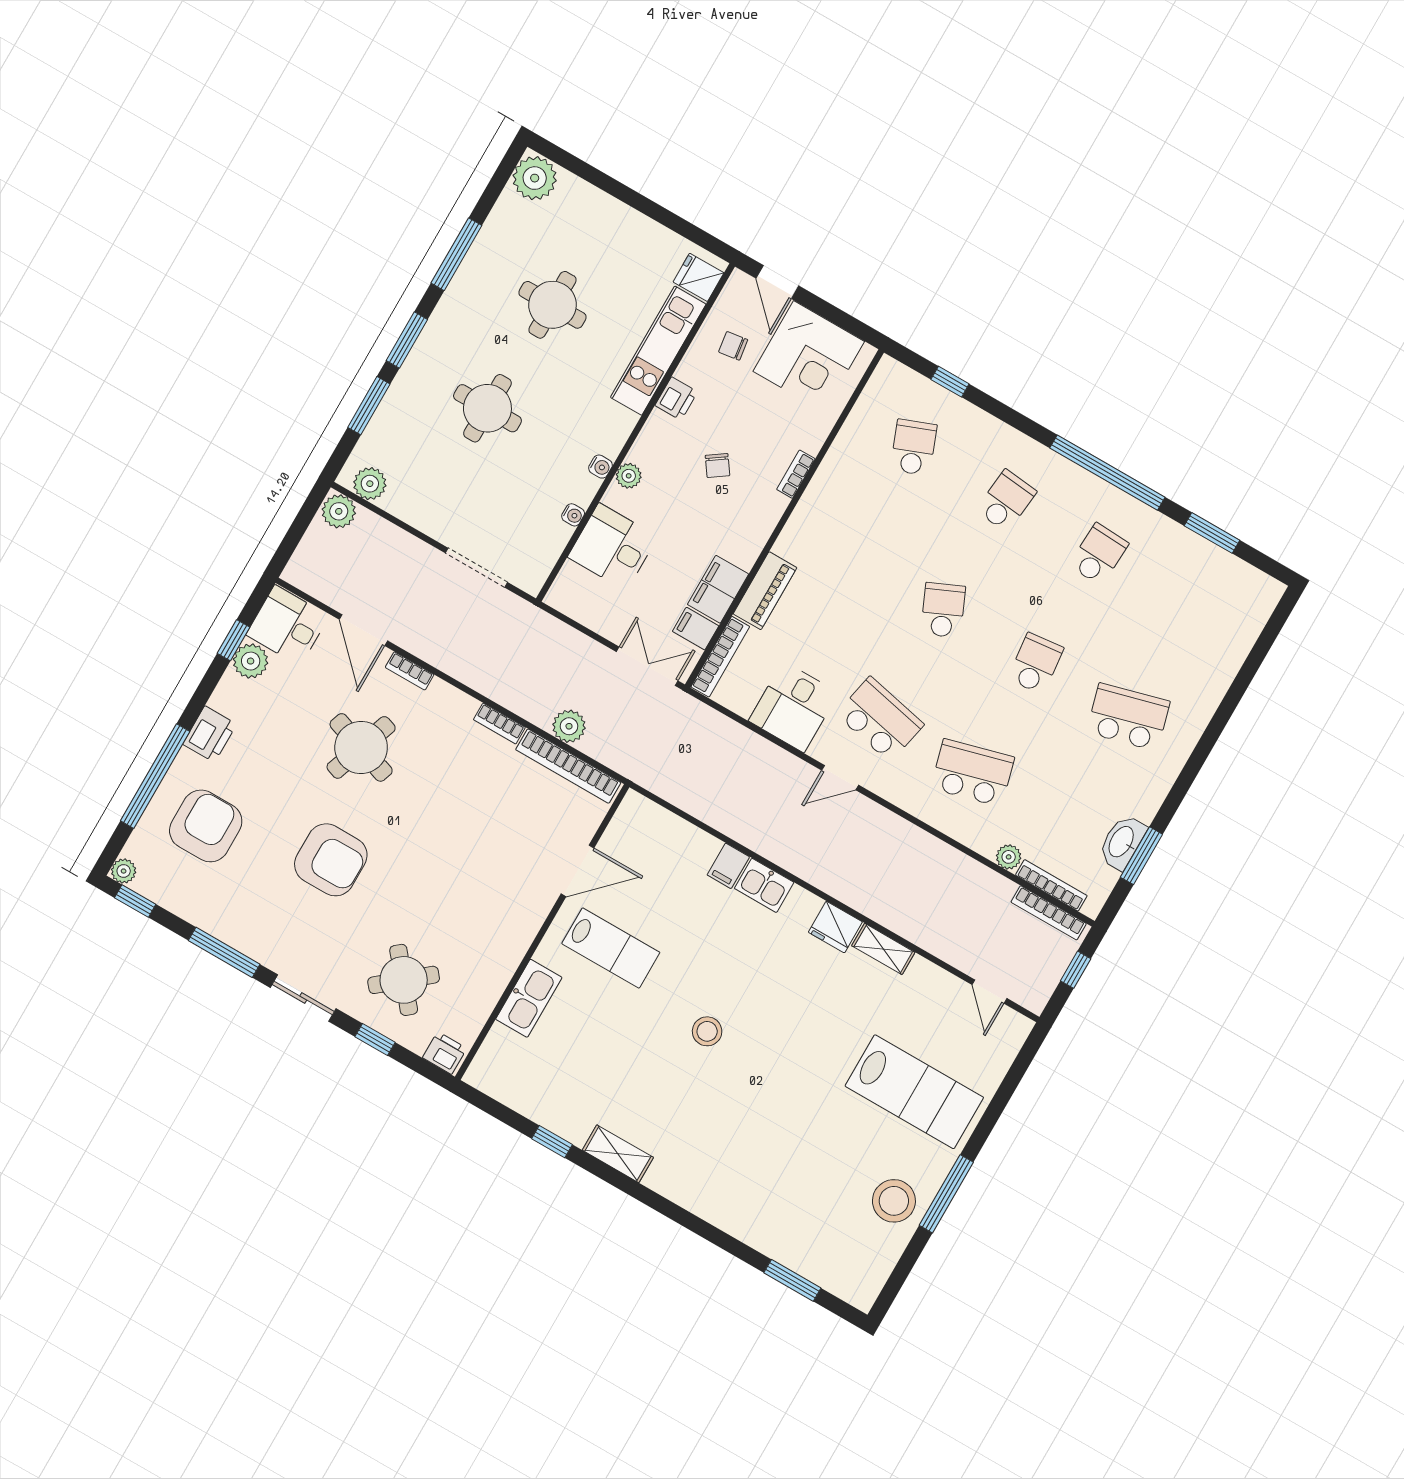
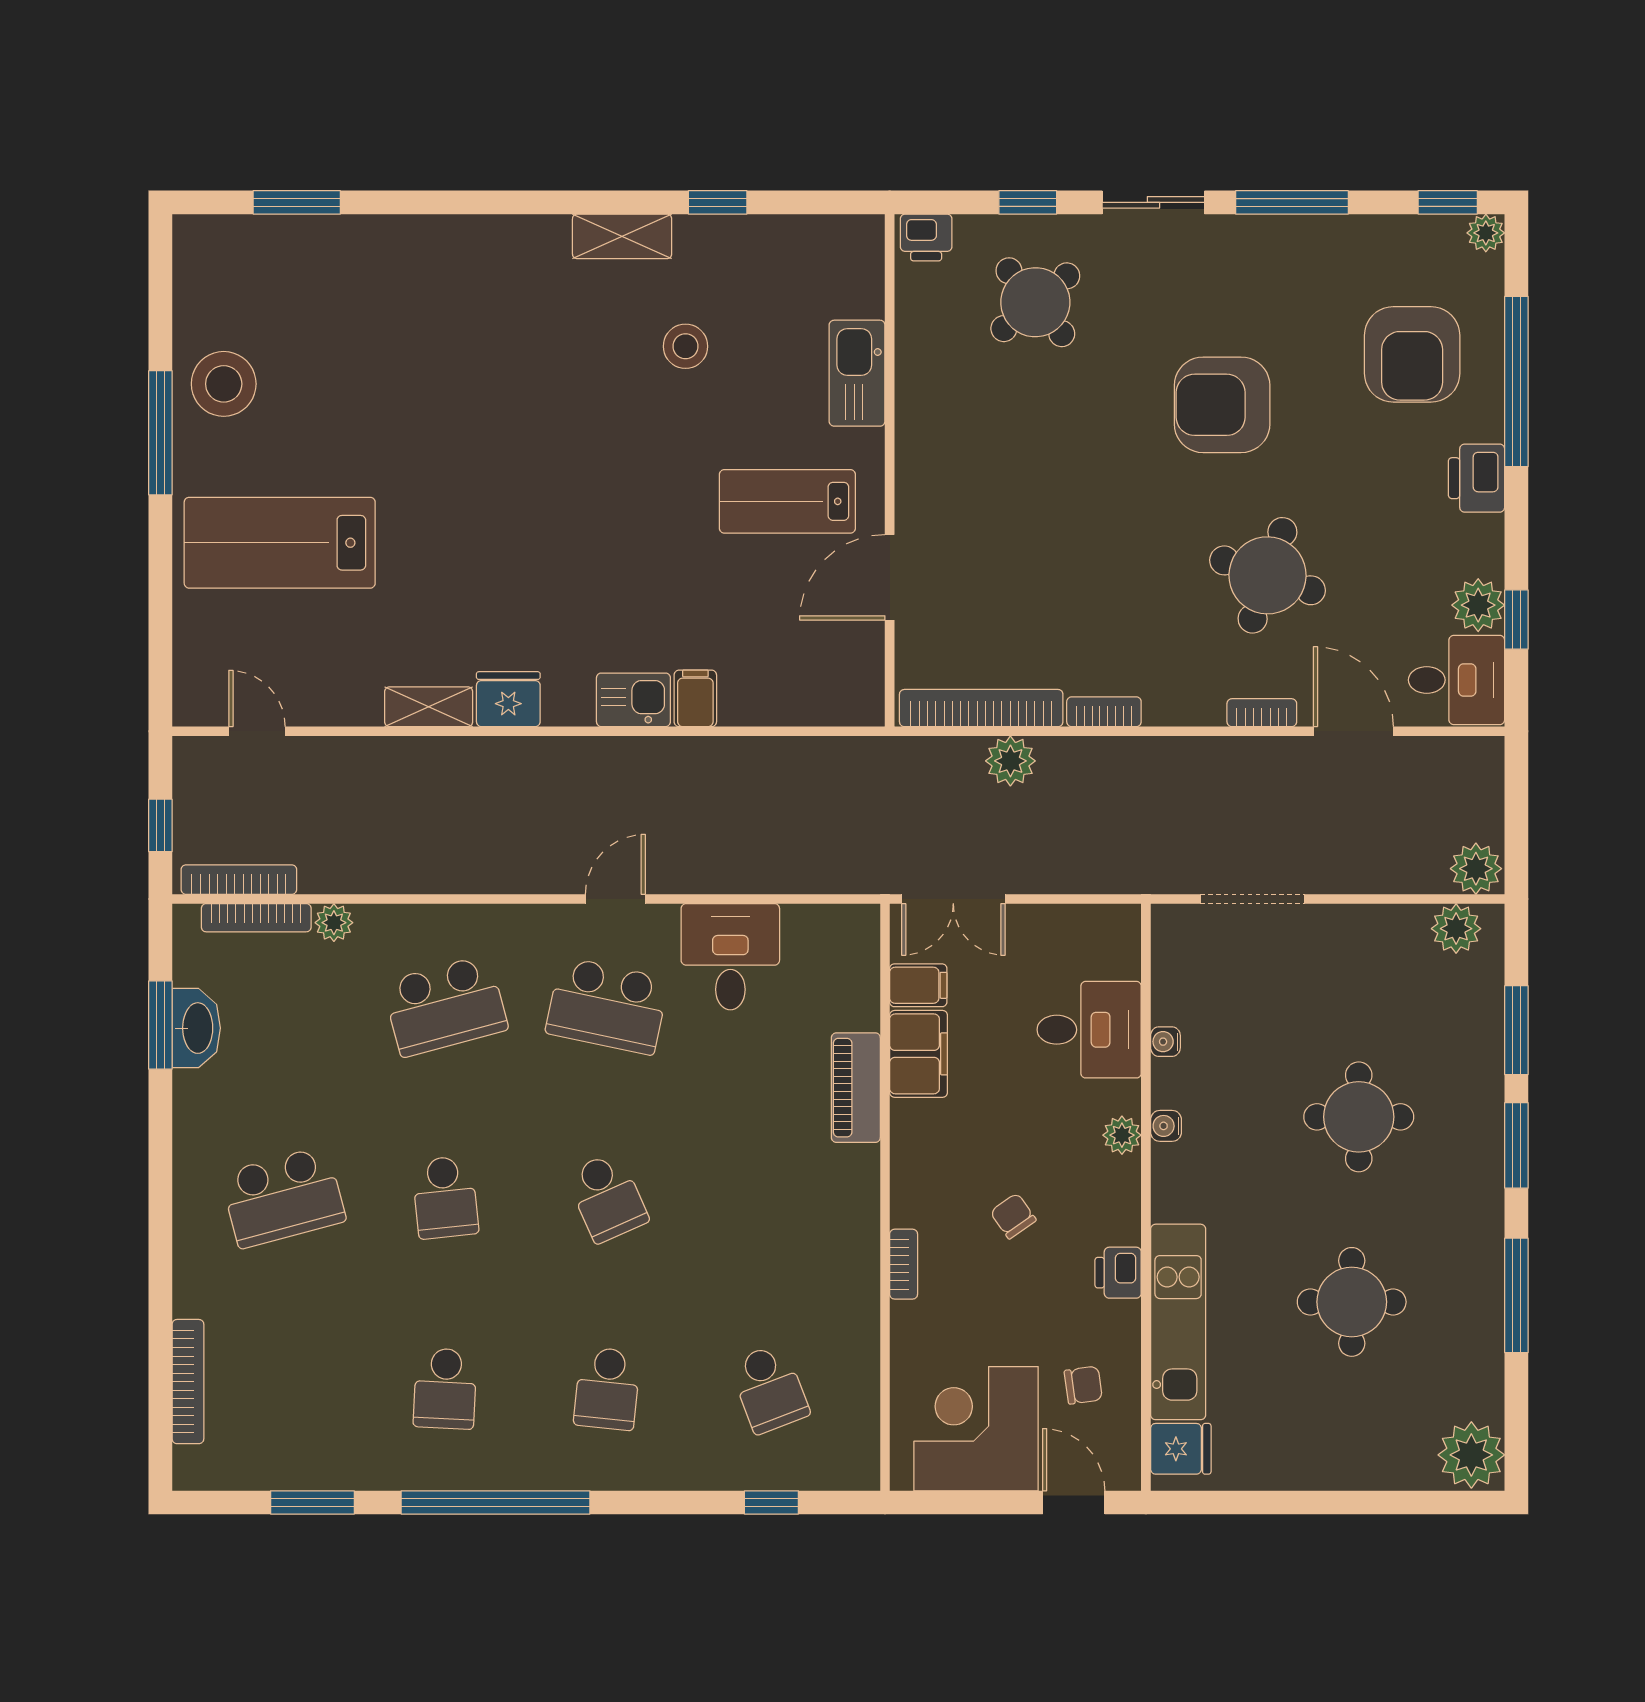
bookcase: (720, 657) -> (188, 1382), moved, turned 180
stool: (707, 1031) -> (686, 346), moved

